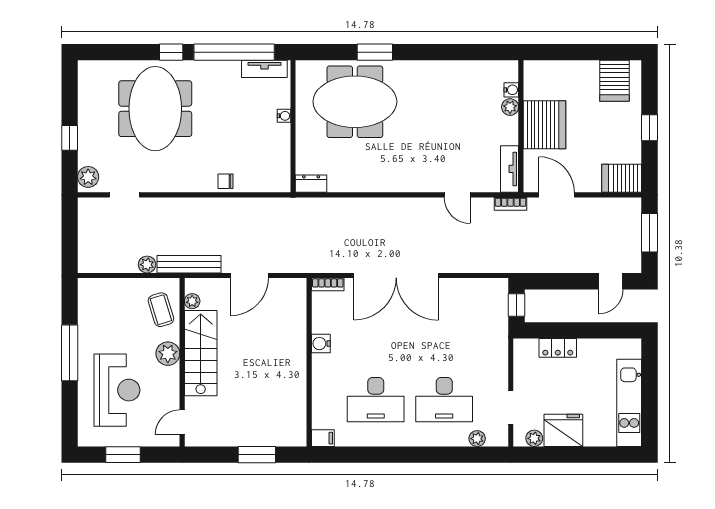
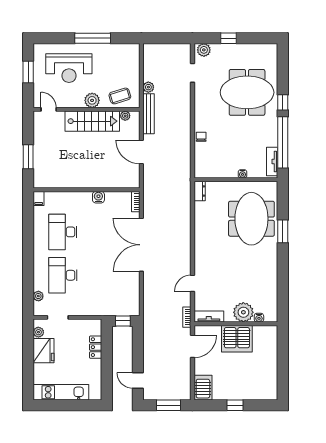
server rack: (615, 81) -> (265, 383), removed
plant: (510, 107) -> (243, 312), width x1.88, depth x1.88

